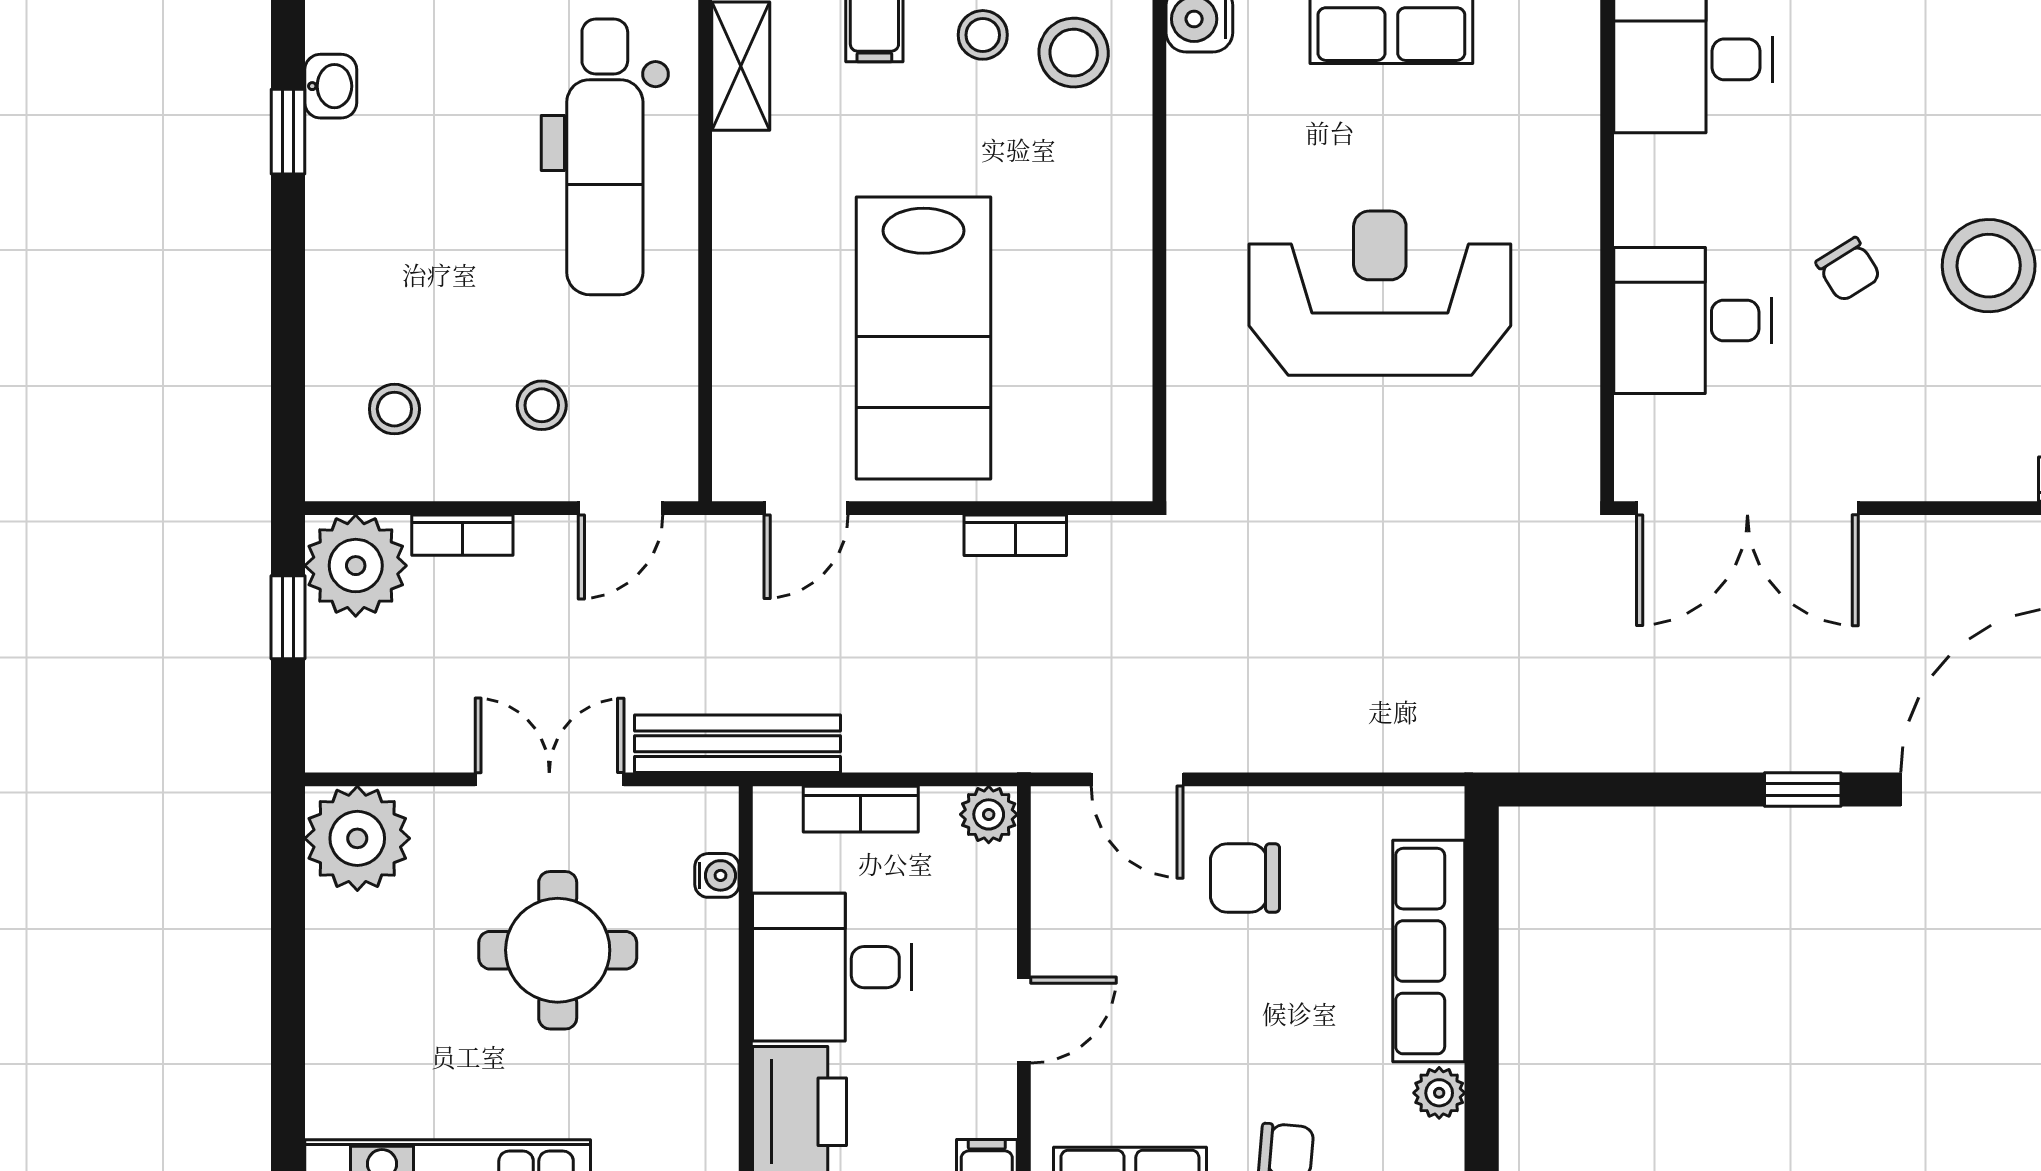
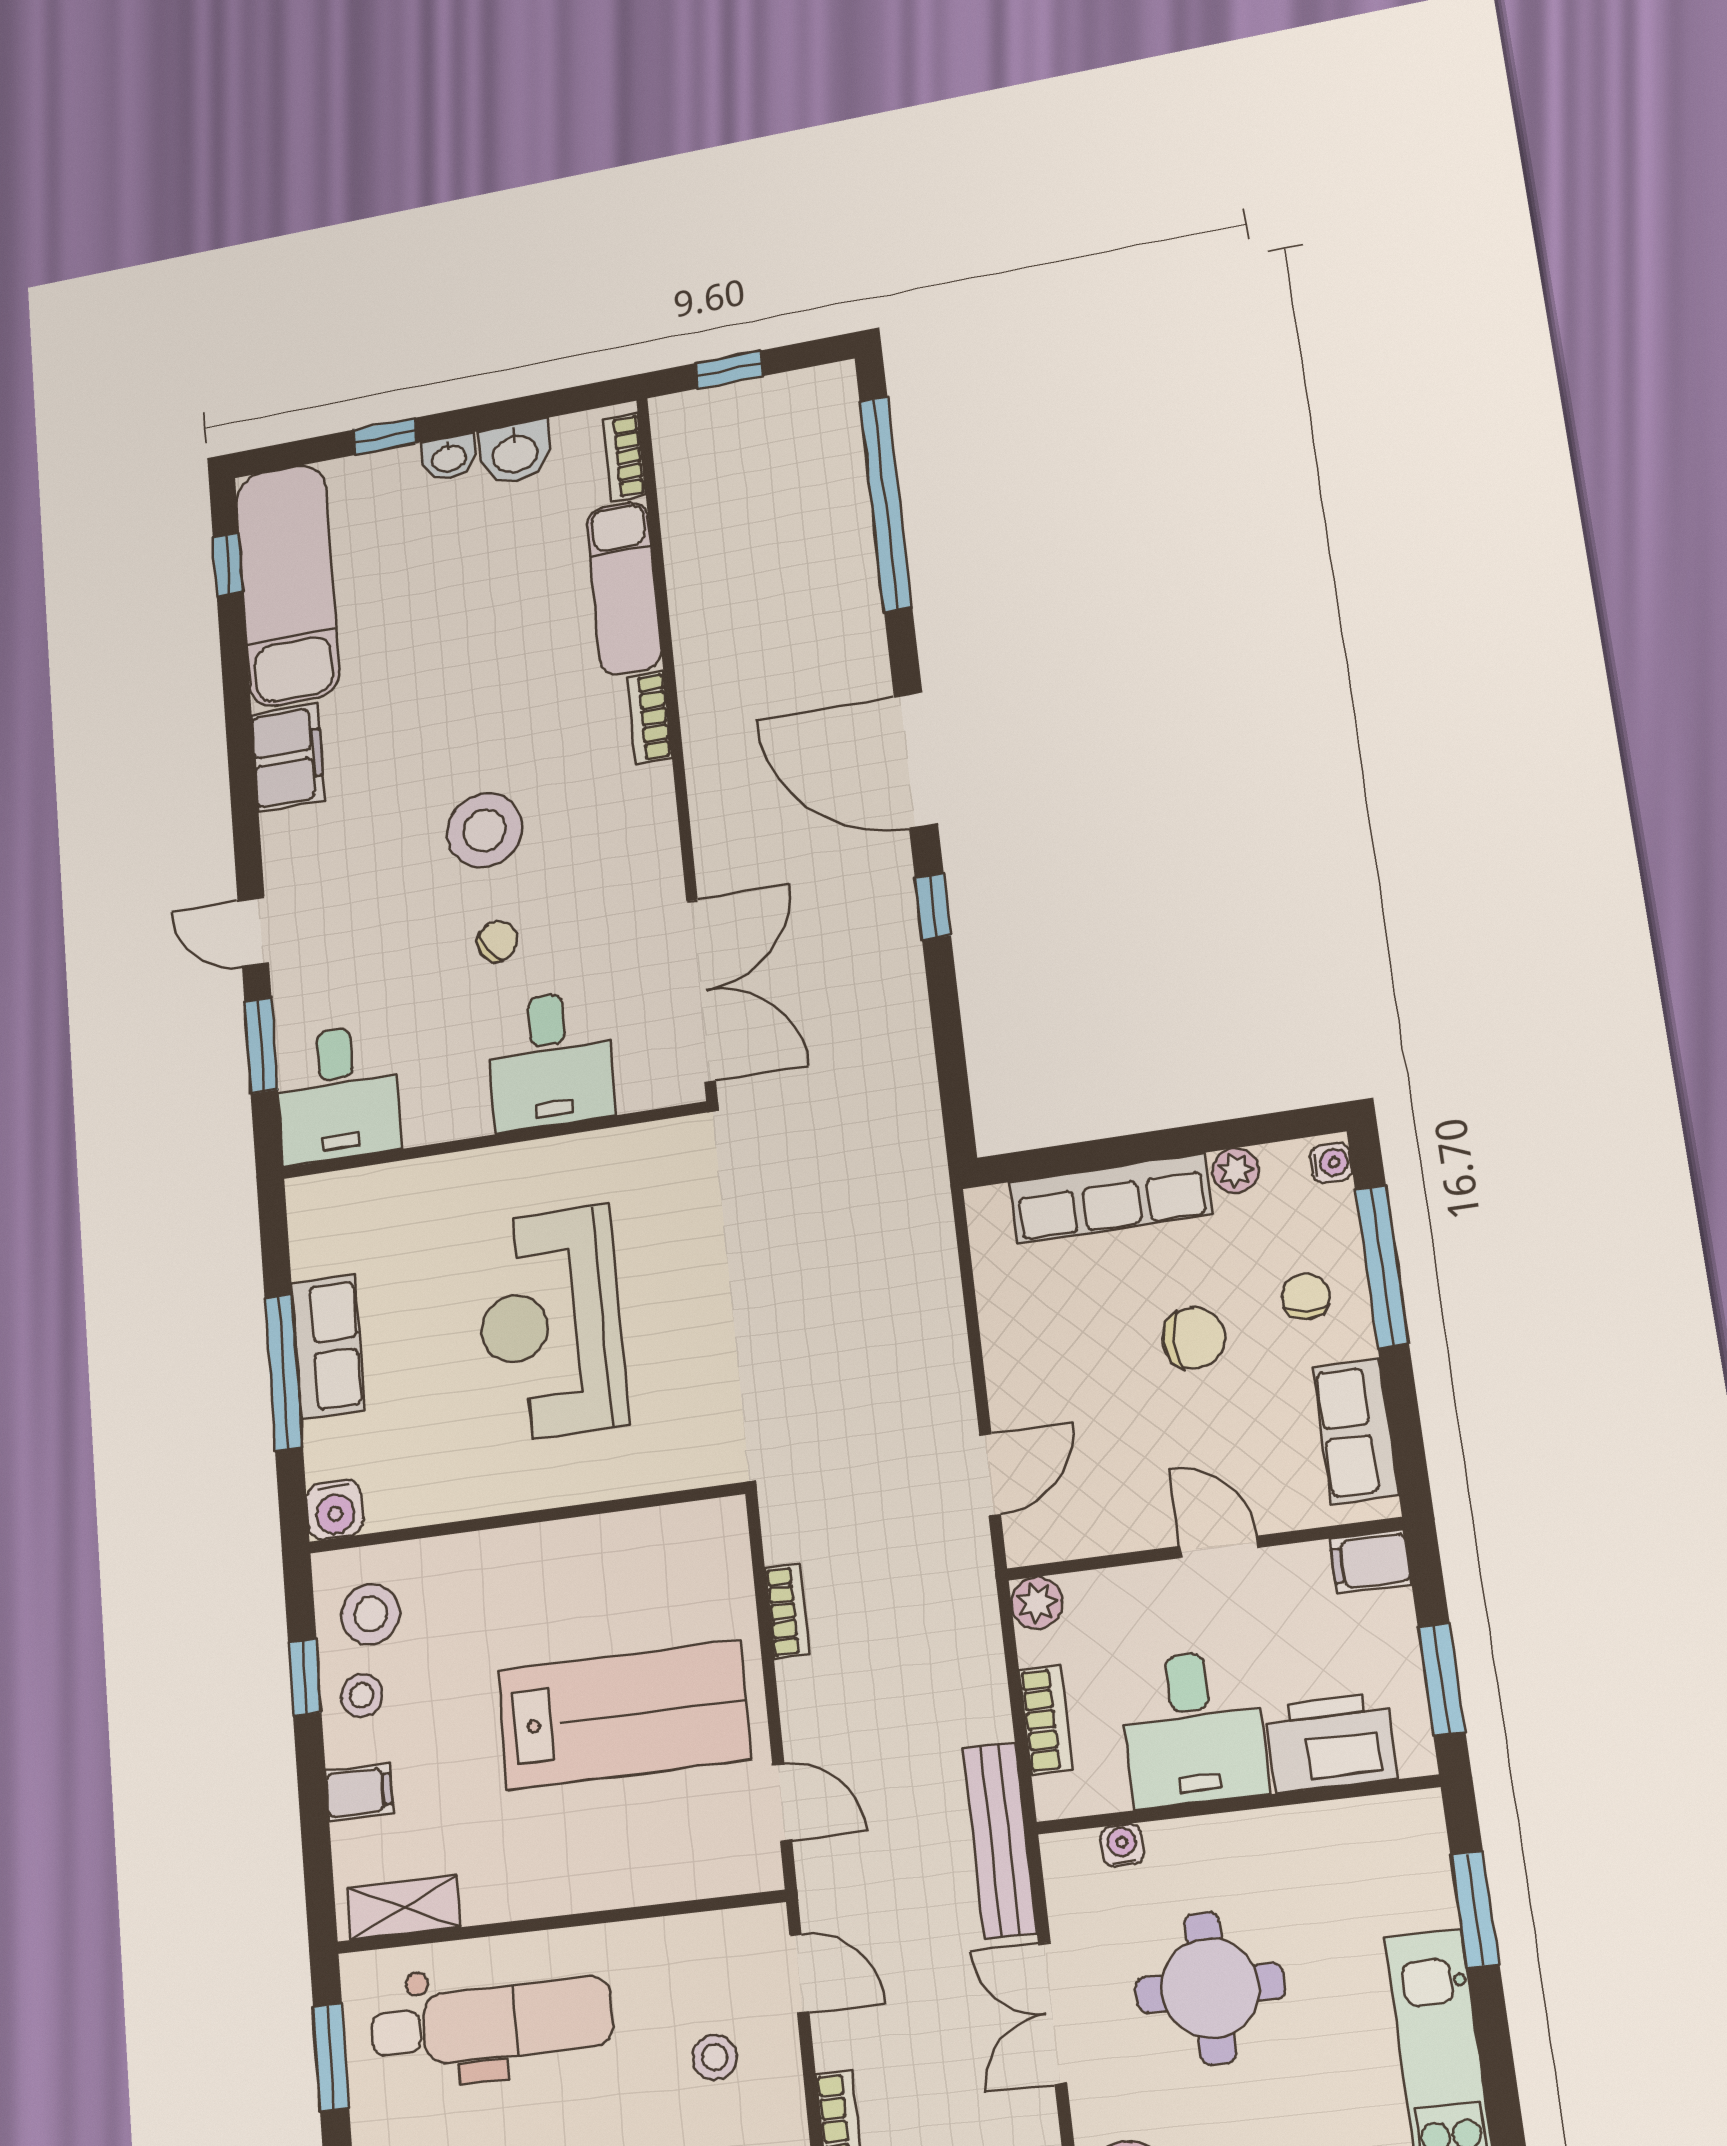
chair: (1245, 878) -> (1194, 1338), moved, turned -90

